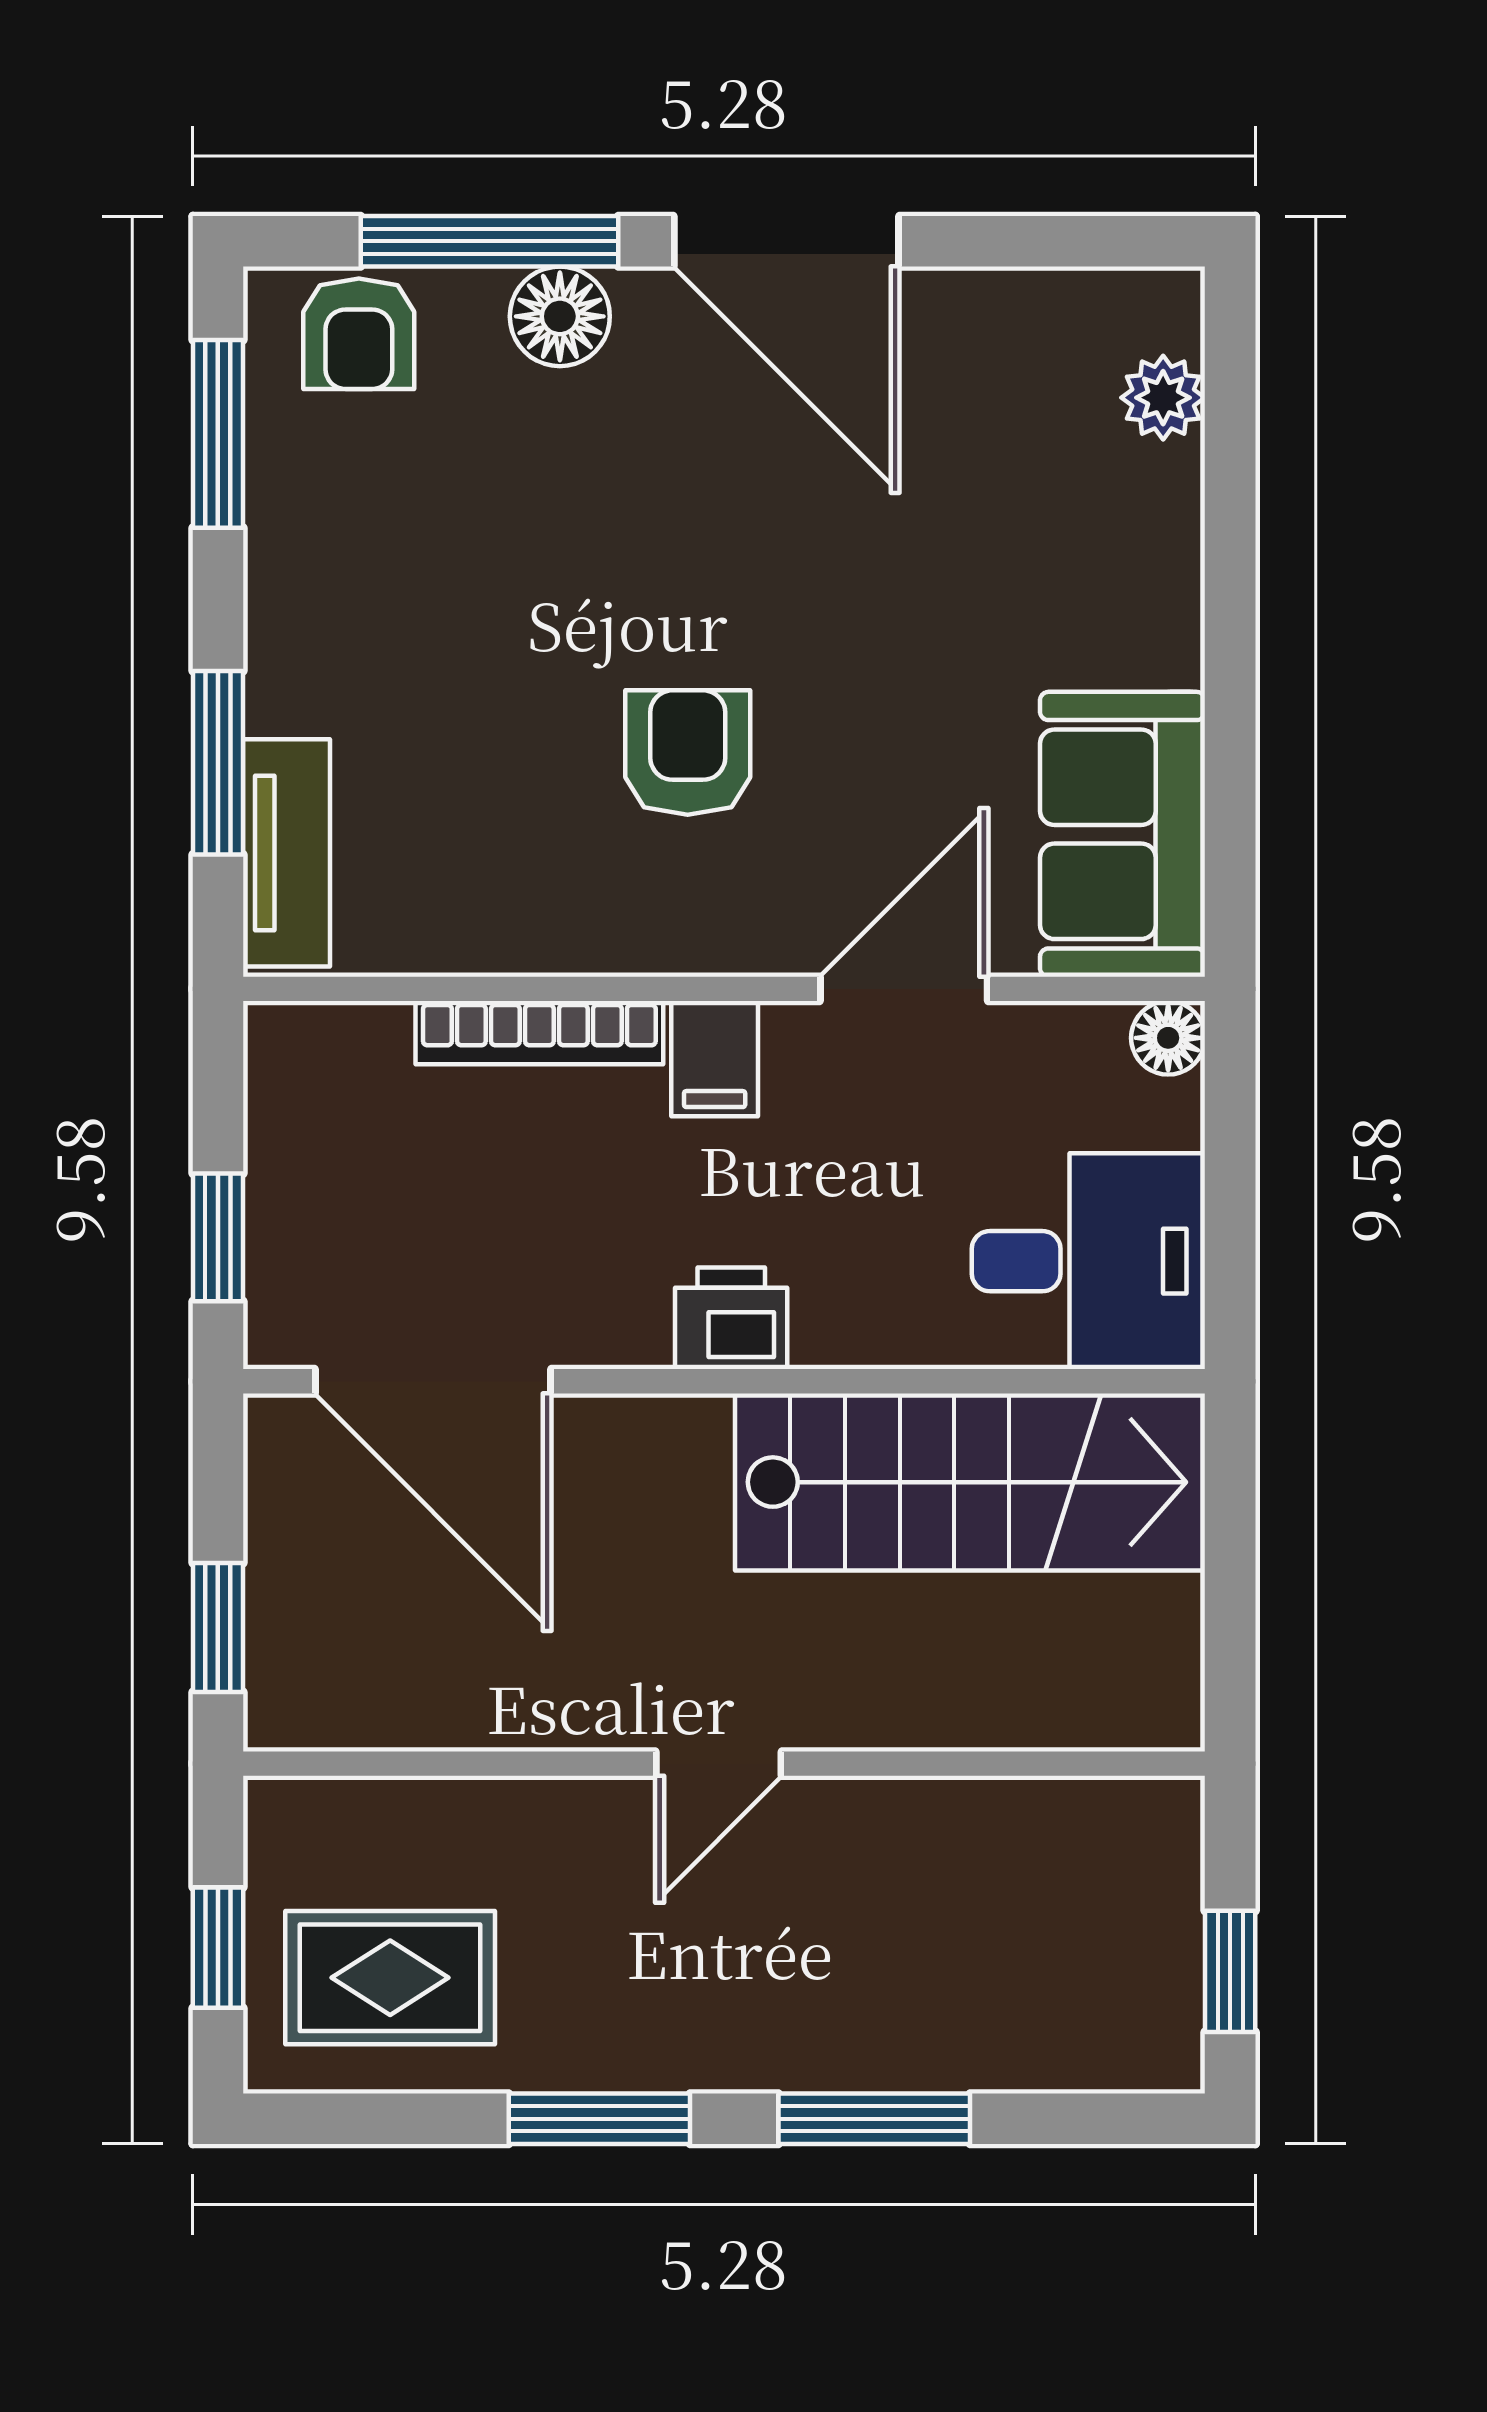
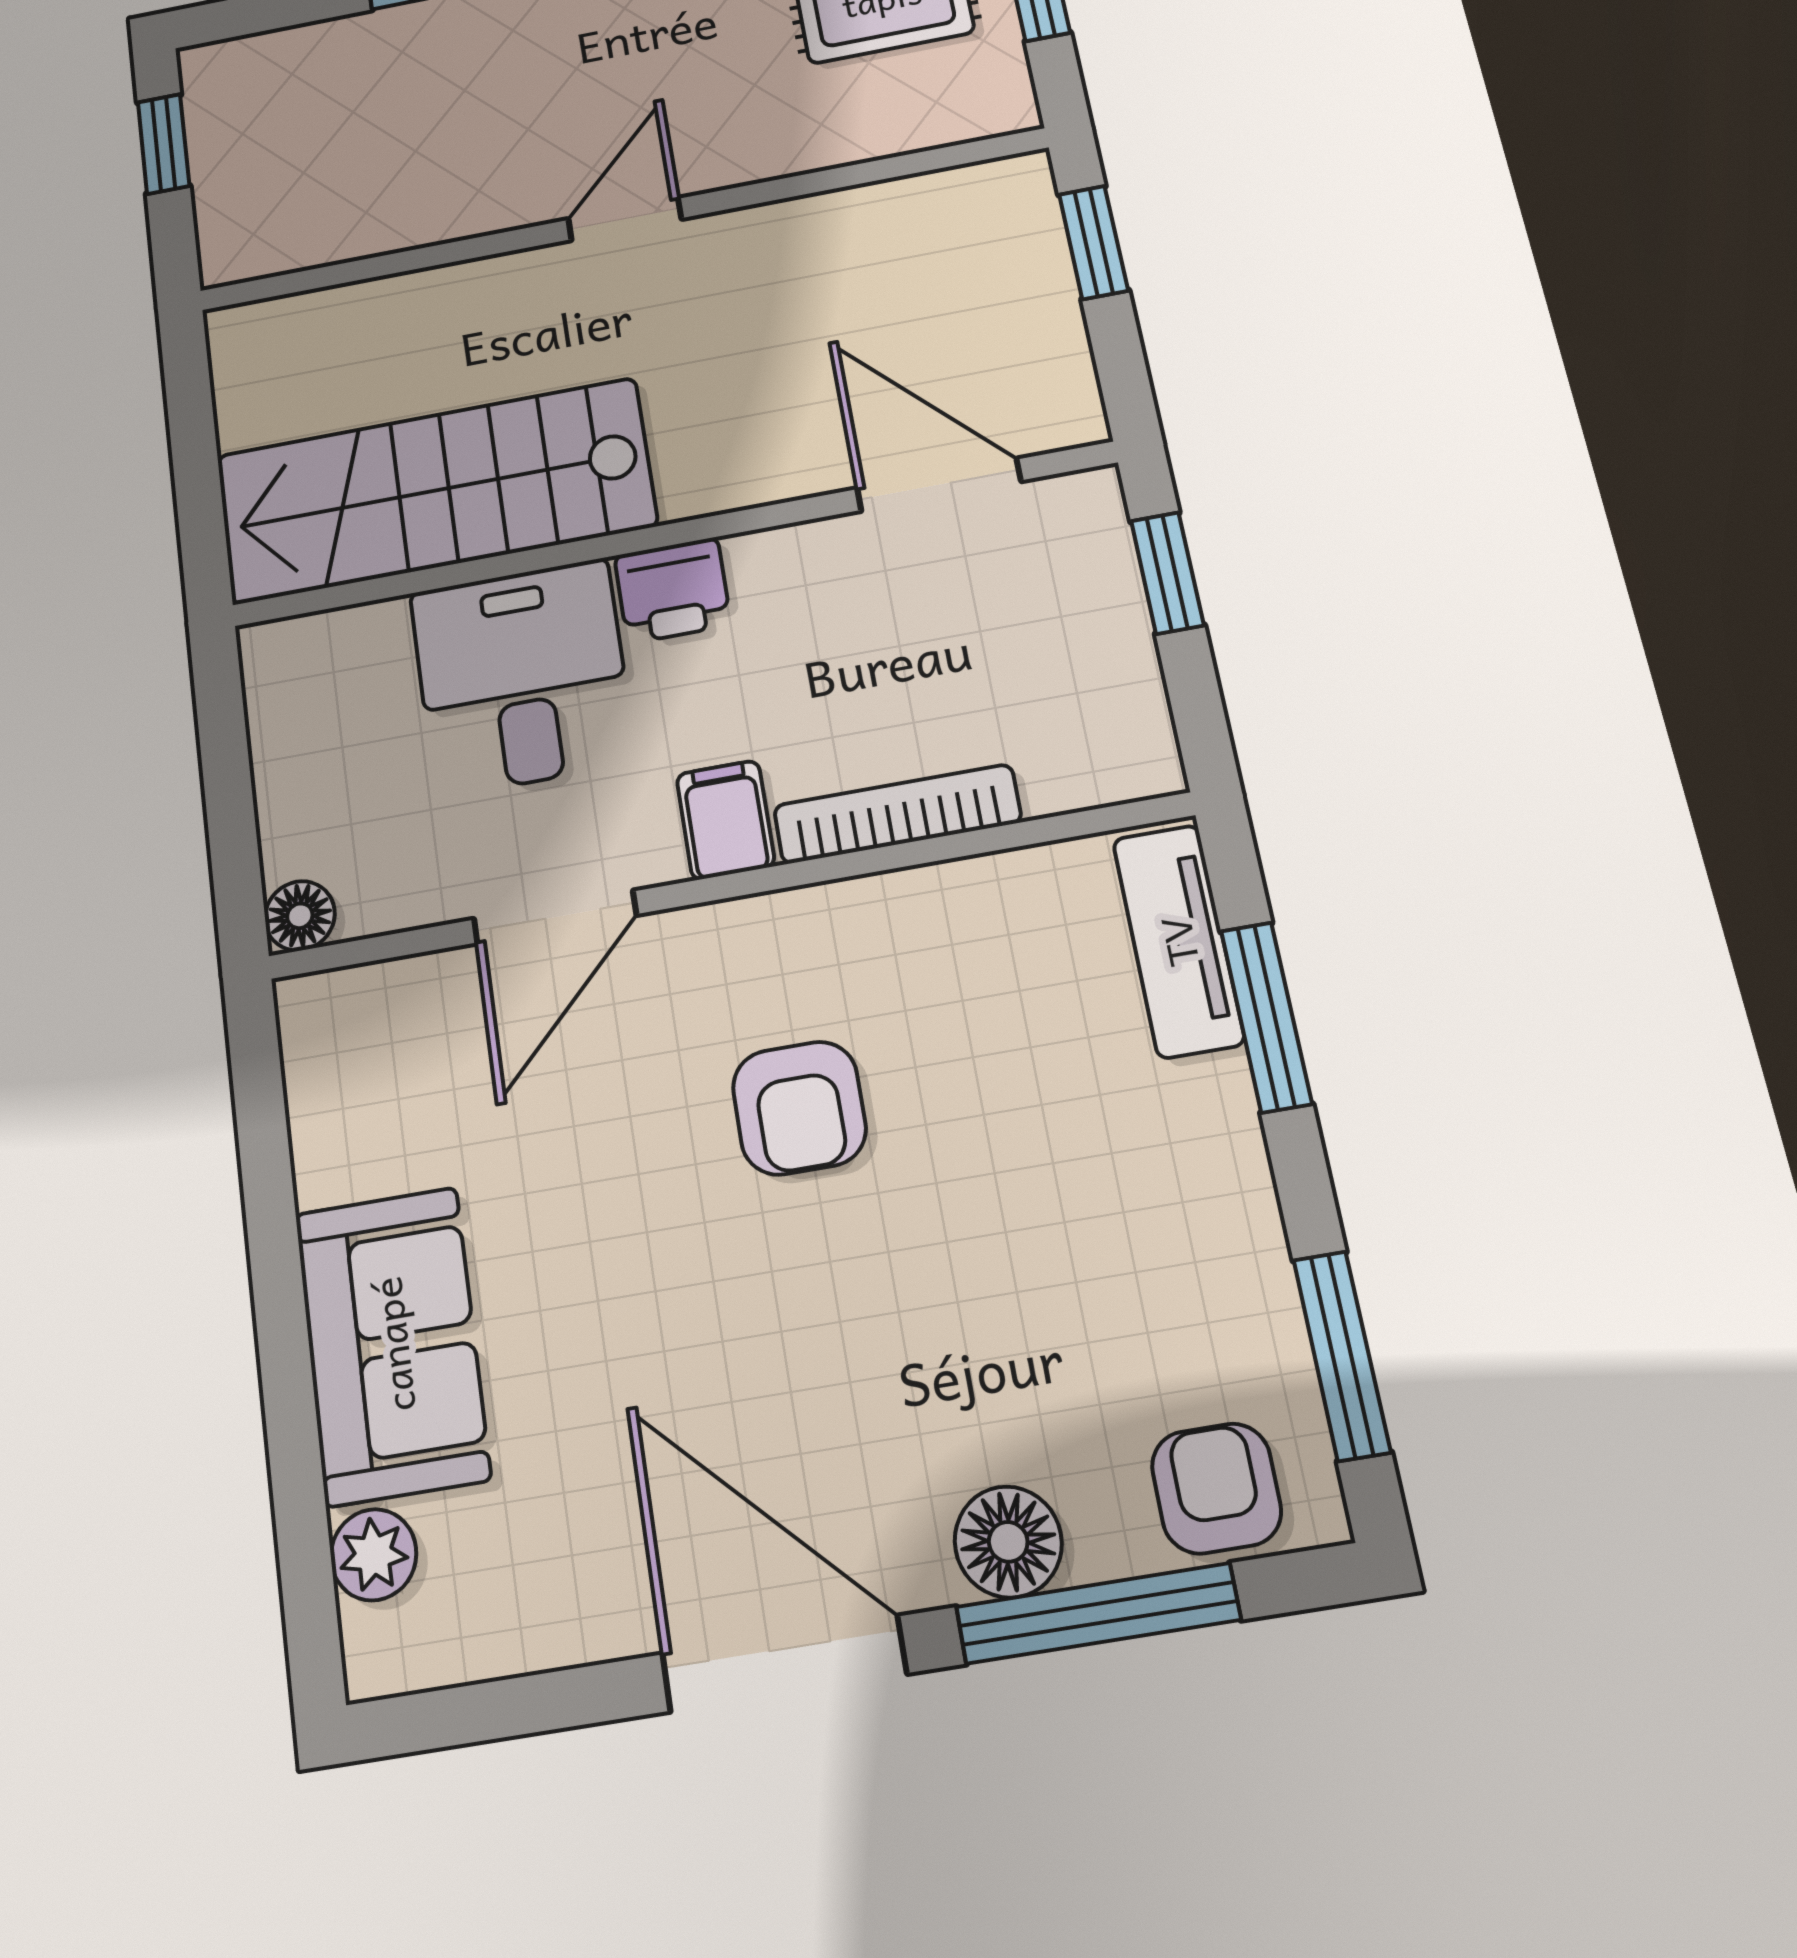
sofa: (1123, 834) -> (392, 1345), moved
desk: (1088, 1261) -> (522, 677), moved, turned 90
door: (433, 1381) -> (939, 485), width x0.73

